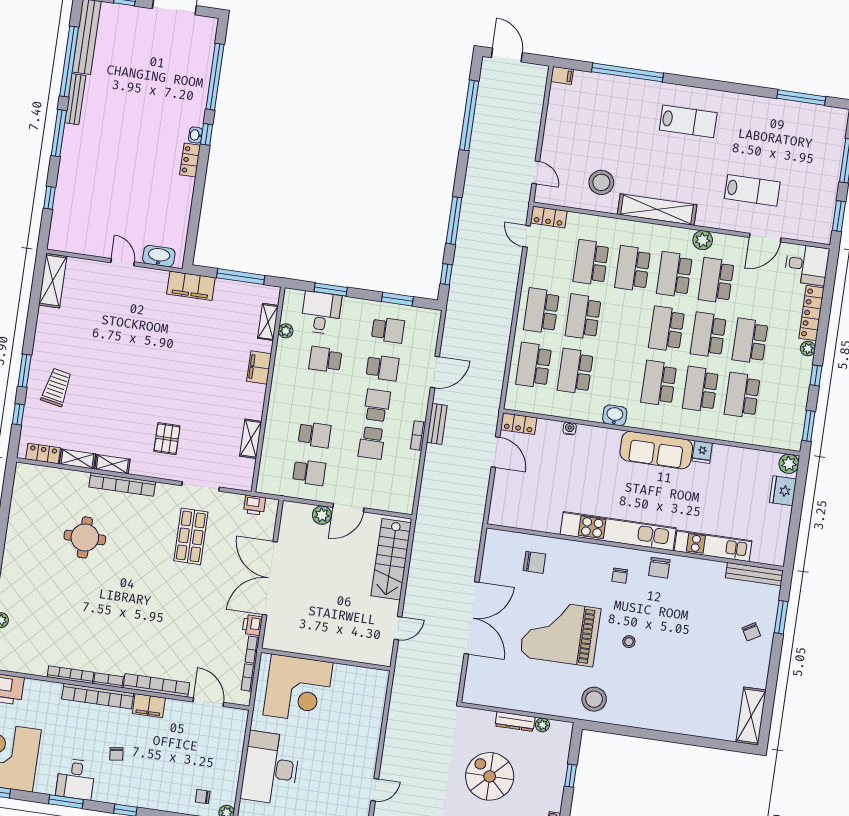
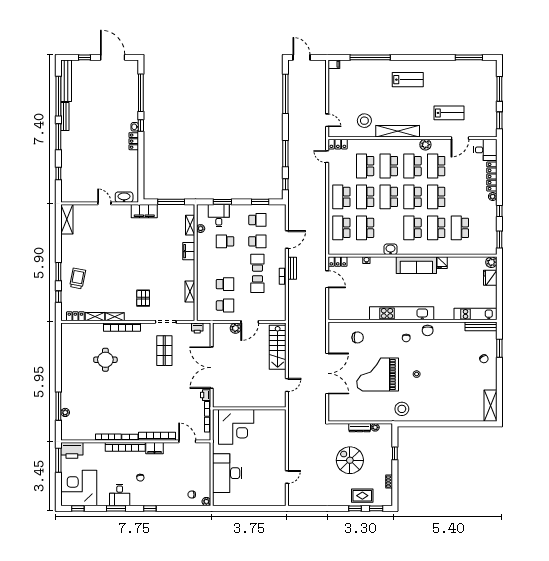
school desk: (750, 341) -> (389, 197), moved
kitchen unit: (713, 546) -> (475, 314), moved

